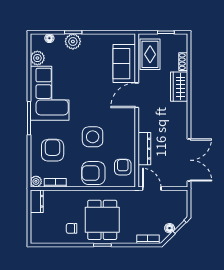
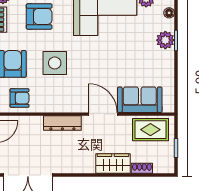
dresser: (144, 149) -> (62, 123), moved

